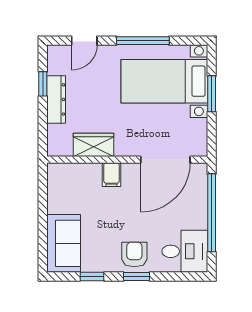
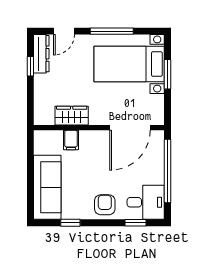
dresser: (56, 99) -> (41, 54), moved
filing cabinet: (111, 175) -> (71, 140), moved
sofa: (64, 243) -> (47, 187), width x1.36
window: (136, 277) -> (135, 223), moved

